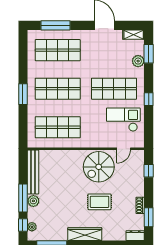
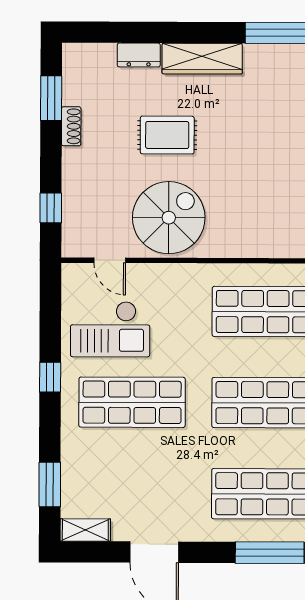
plant: (138, 61) -> (75, 467), removed
door: (124, 149) -> (110, 260), swing flipped
dresser: (135, 236) -> (139, 55), moved

